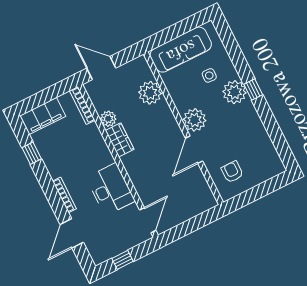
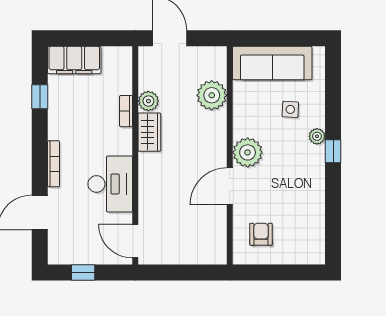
plant: (235, 92) -> (317, 136), width x0.53, depth x0.53
bookcase: (82, 106) -> (126, 111), moved, width x0.64
door: (148, 220) -> (135, 241), swing flipped

